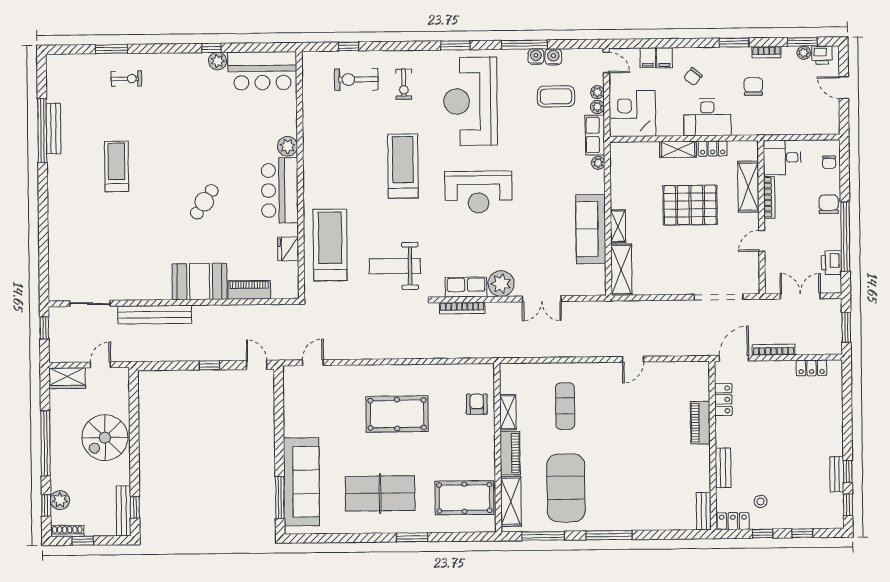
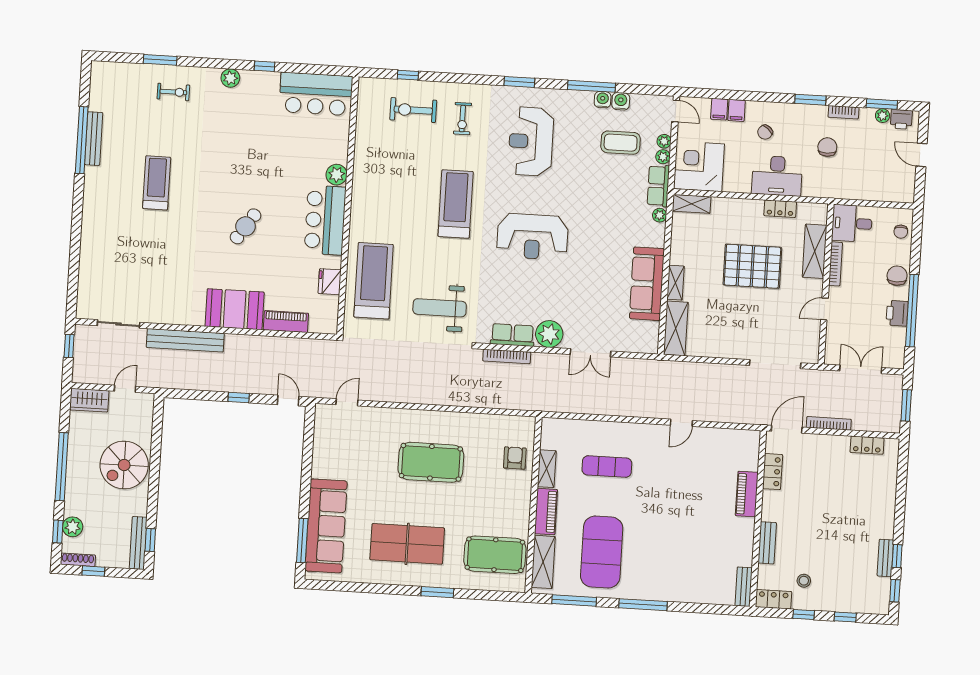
plant: (218, 61) -> (230, 78), moved
reception desk: (470, 101) -> (531, 141), width x0.74, depth x0.77
shelving: (678, 149) -> (692, 204), moved
printer: (831, 263) -> (897, 313), moved
exercise mat: (565, 406) -> (607, 466), turned 90

